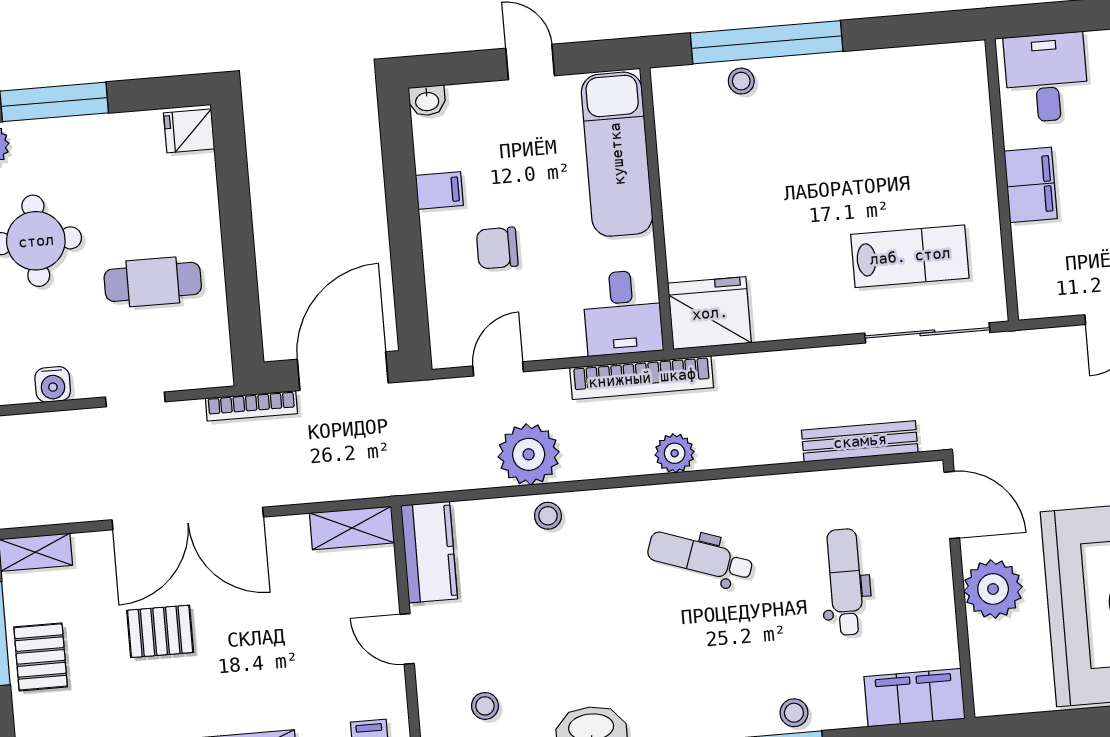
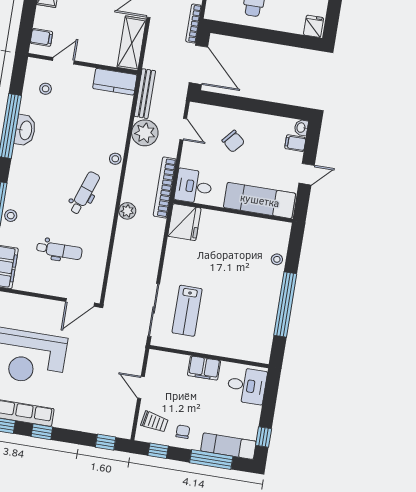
window: (767, 42) -> (285, 304), moved
filing cabinet: (439, 190) -> (295, 143), moved, turned 90
chair: (497, 248) -> (233, 141), turned 131
bench: (860, 441) -> (145, 94), moved
plant: (675, 453) -> (127, 211), moved
stool: (548, 516) -> (115, 159), moved
shelving: (352, 528) -> (132, 43), width x1.50, depth x1.33
plant: (993, 589) -> (41, 311), removed
door: (407, 639) -> (63, 61), moved

